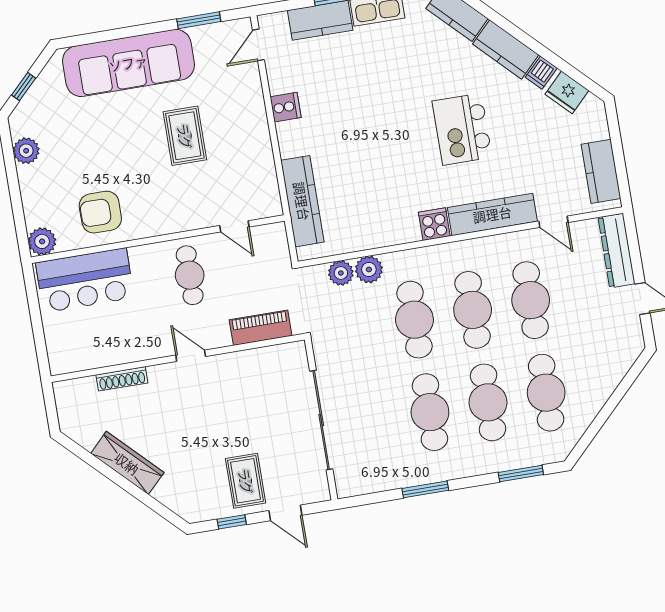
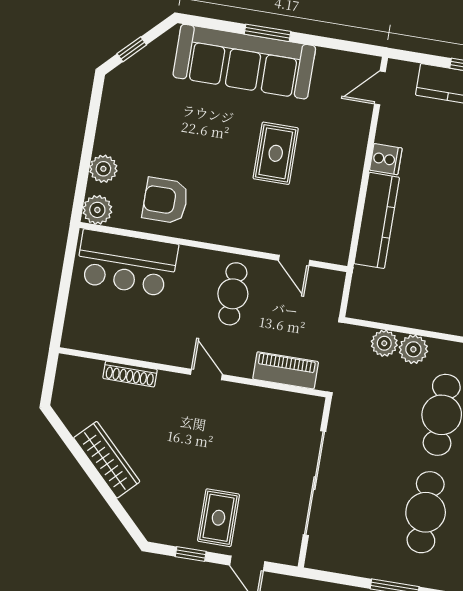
window: (199, 20) -> (268, 33), moved
plant: (26, 151) -> (103, 169), moved
kitchen counter: (302, 201) -> (377, 220), moved

